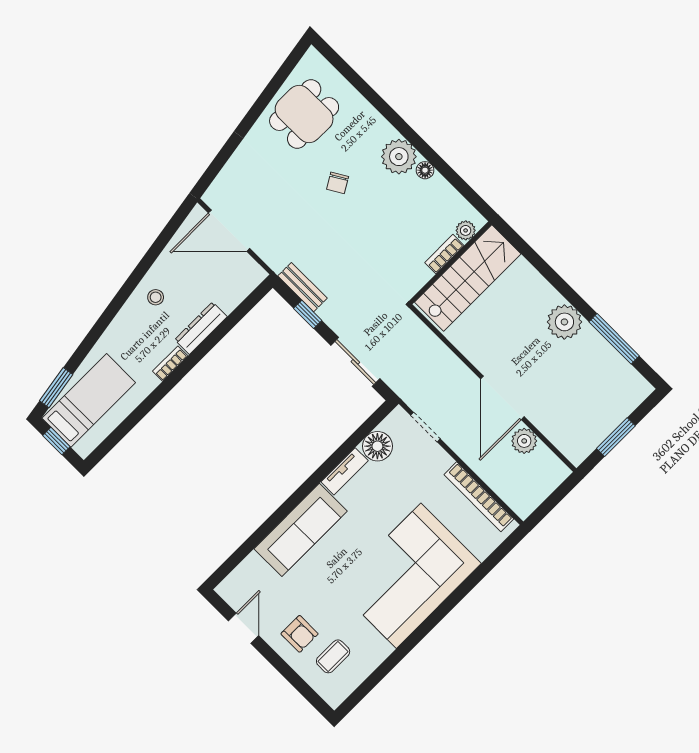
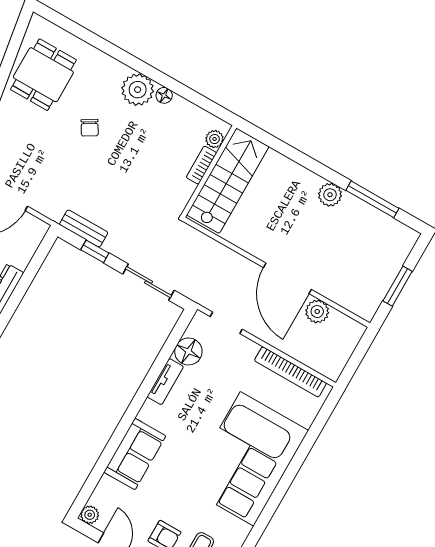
plant: (564, 322) -> (330, 195), width x0.73, depth x0.73
sofa: (301, 530) -> (135, 454), width x0.73
plant: (227, 590) -> (90, 515), added

